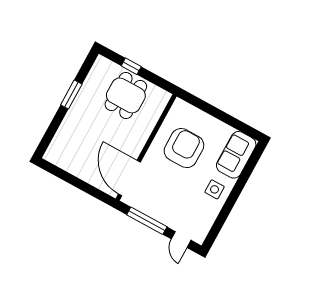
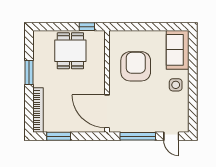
window: (131, 66) -> (87, 27), moved
bookcase: (59, 138) -> (38, 110), added
window: (66, 176) -> (59, 136), added

